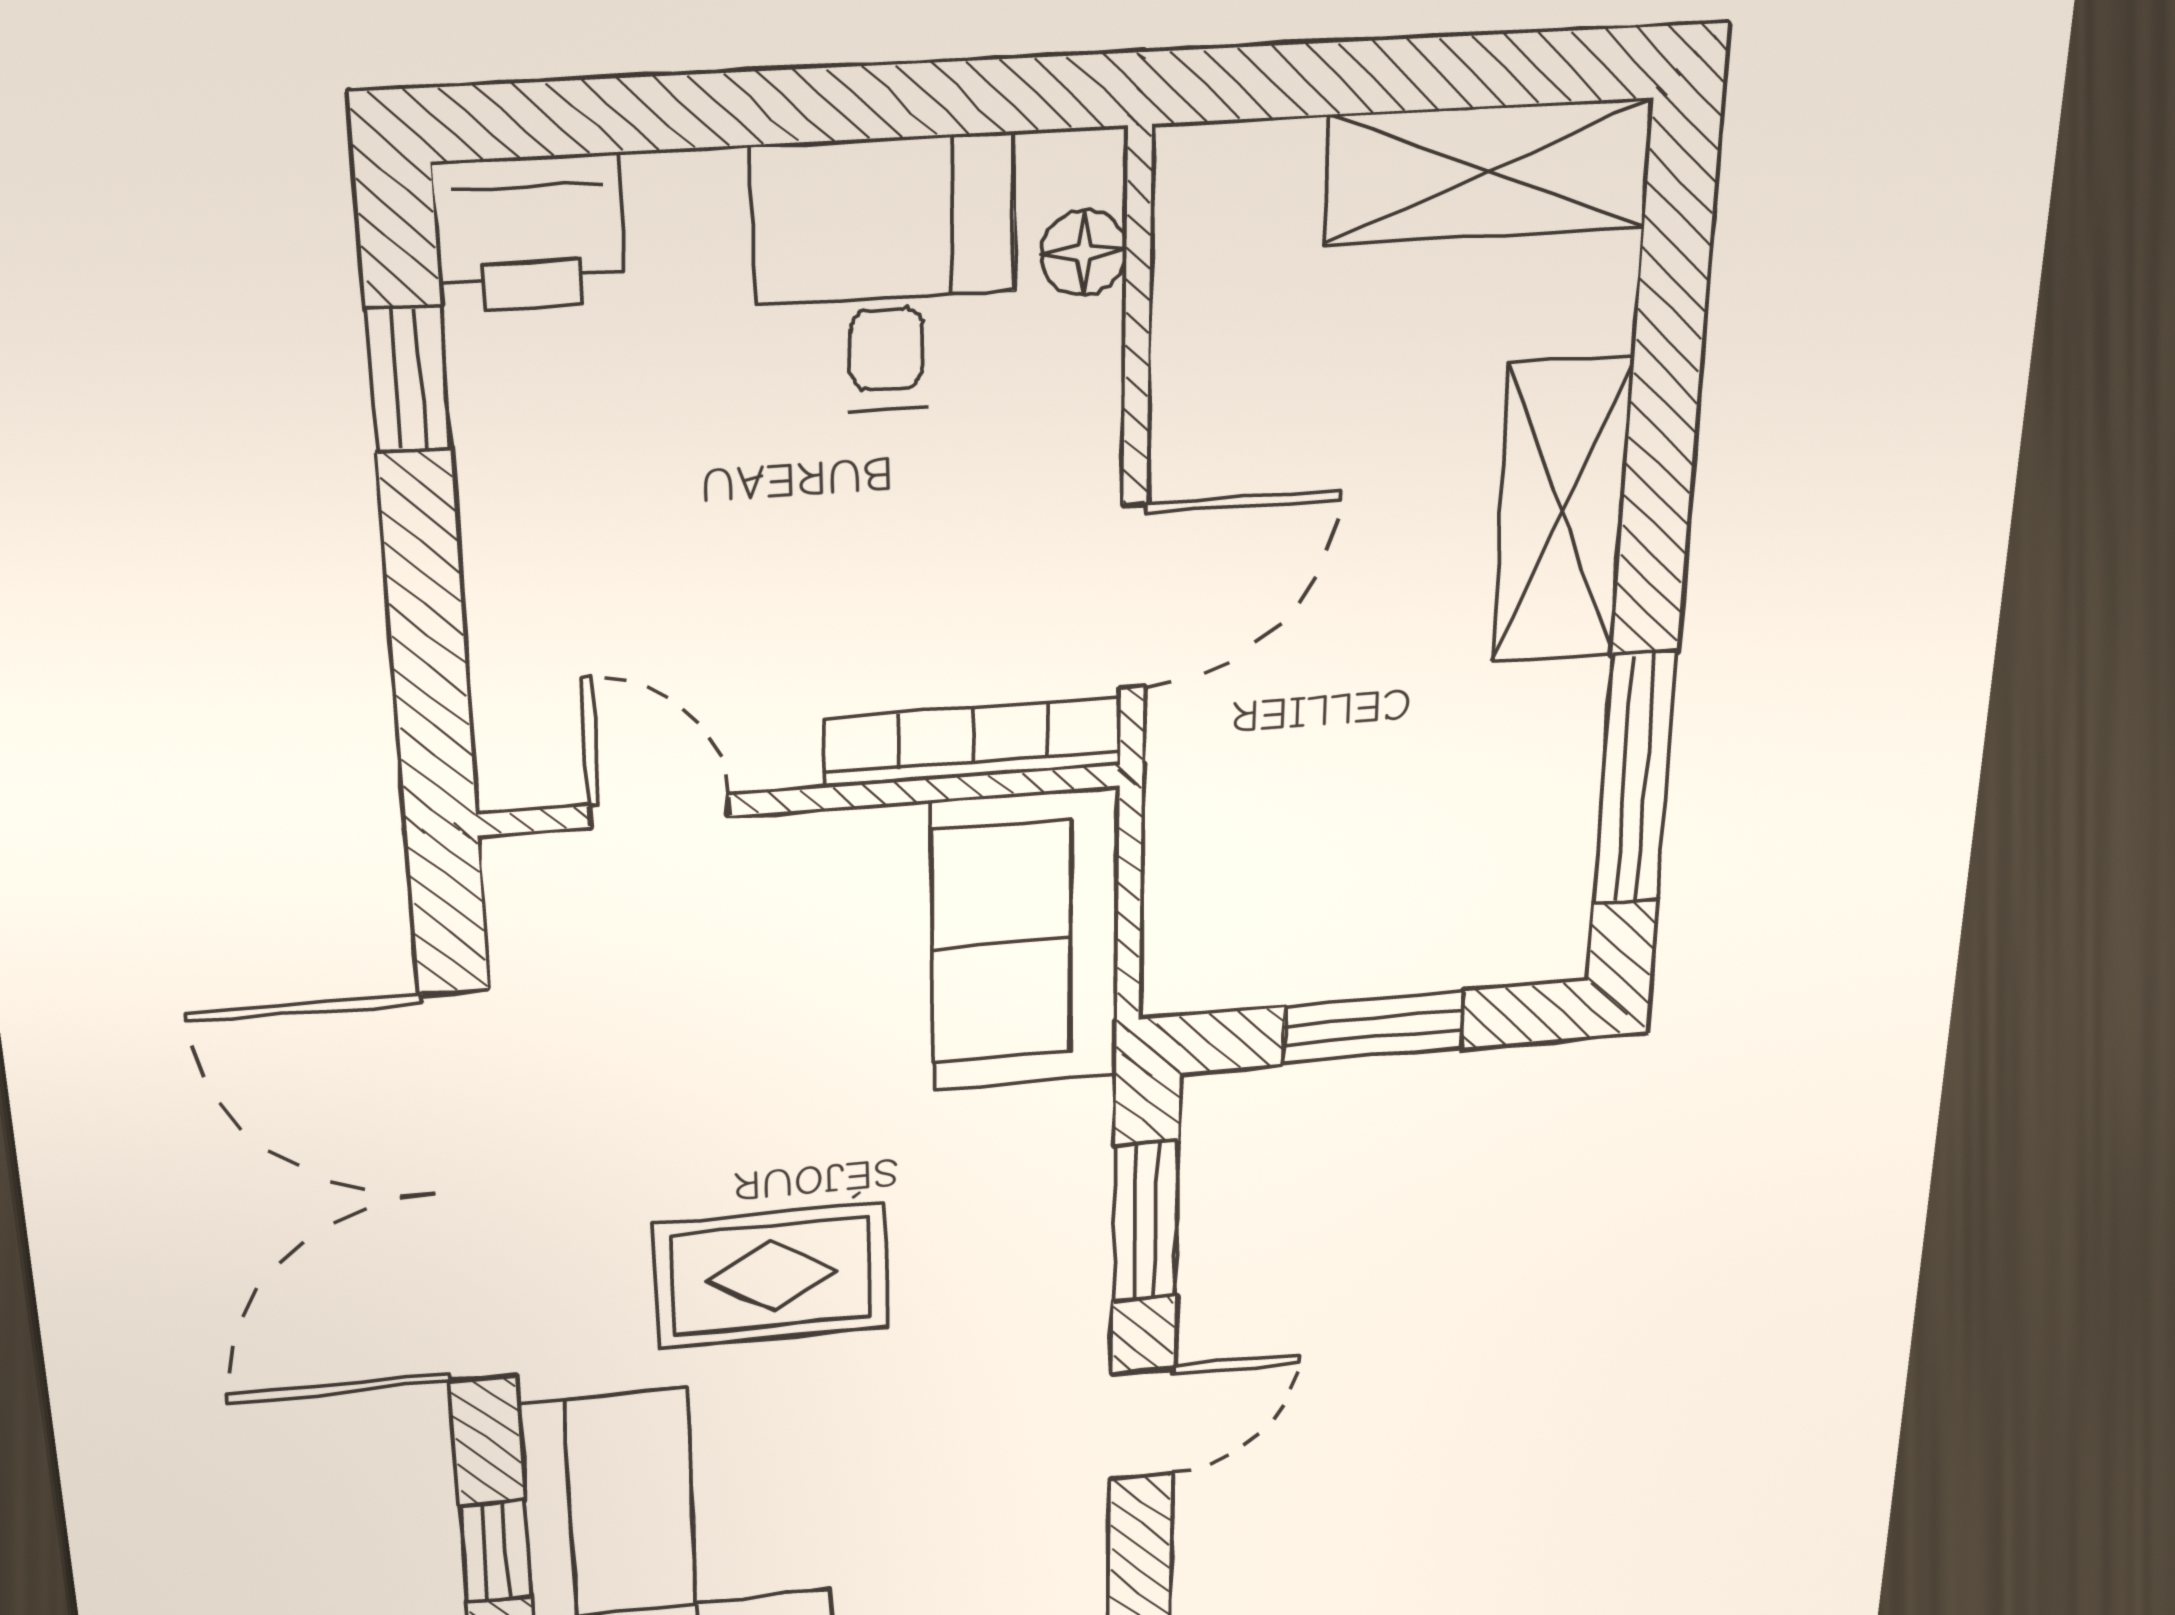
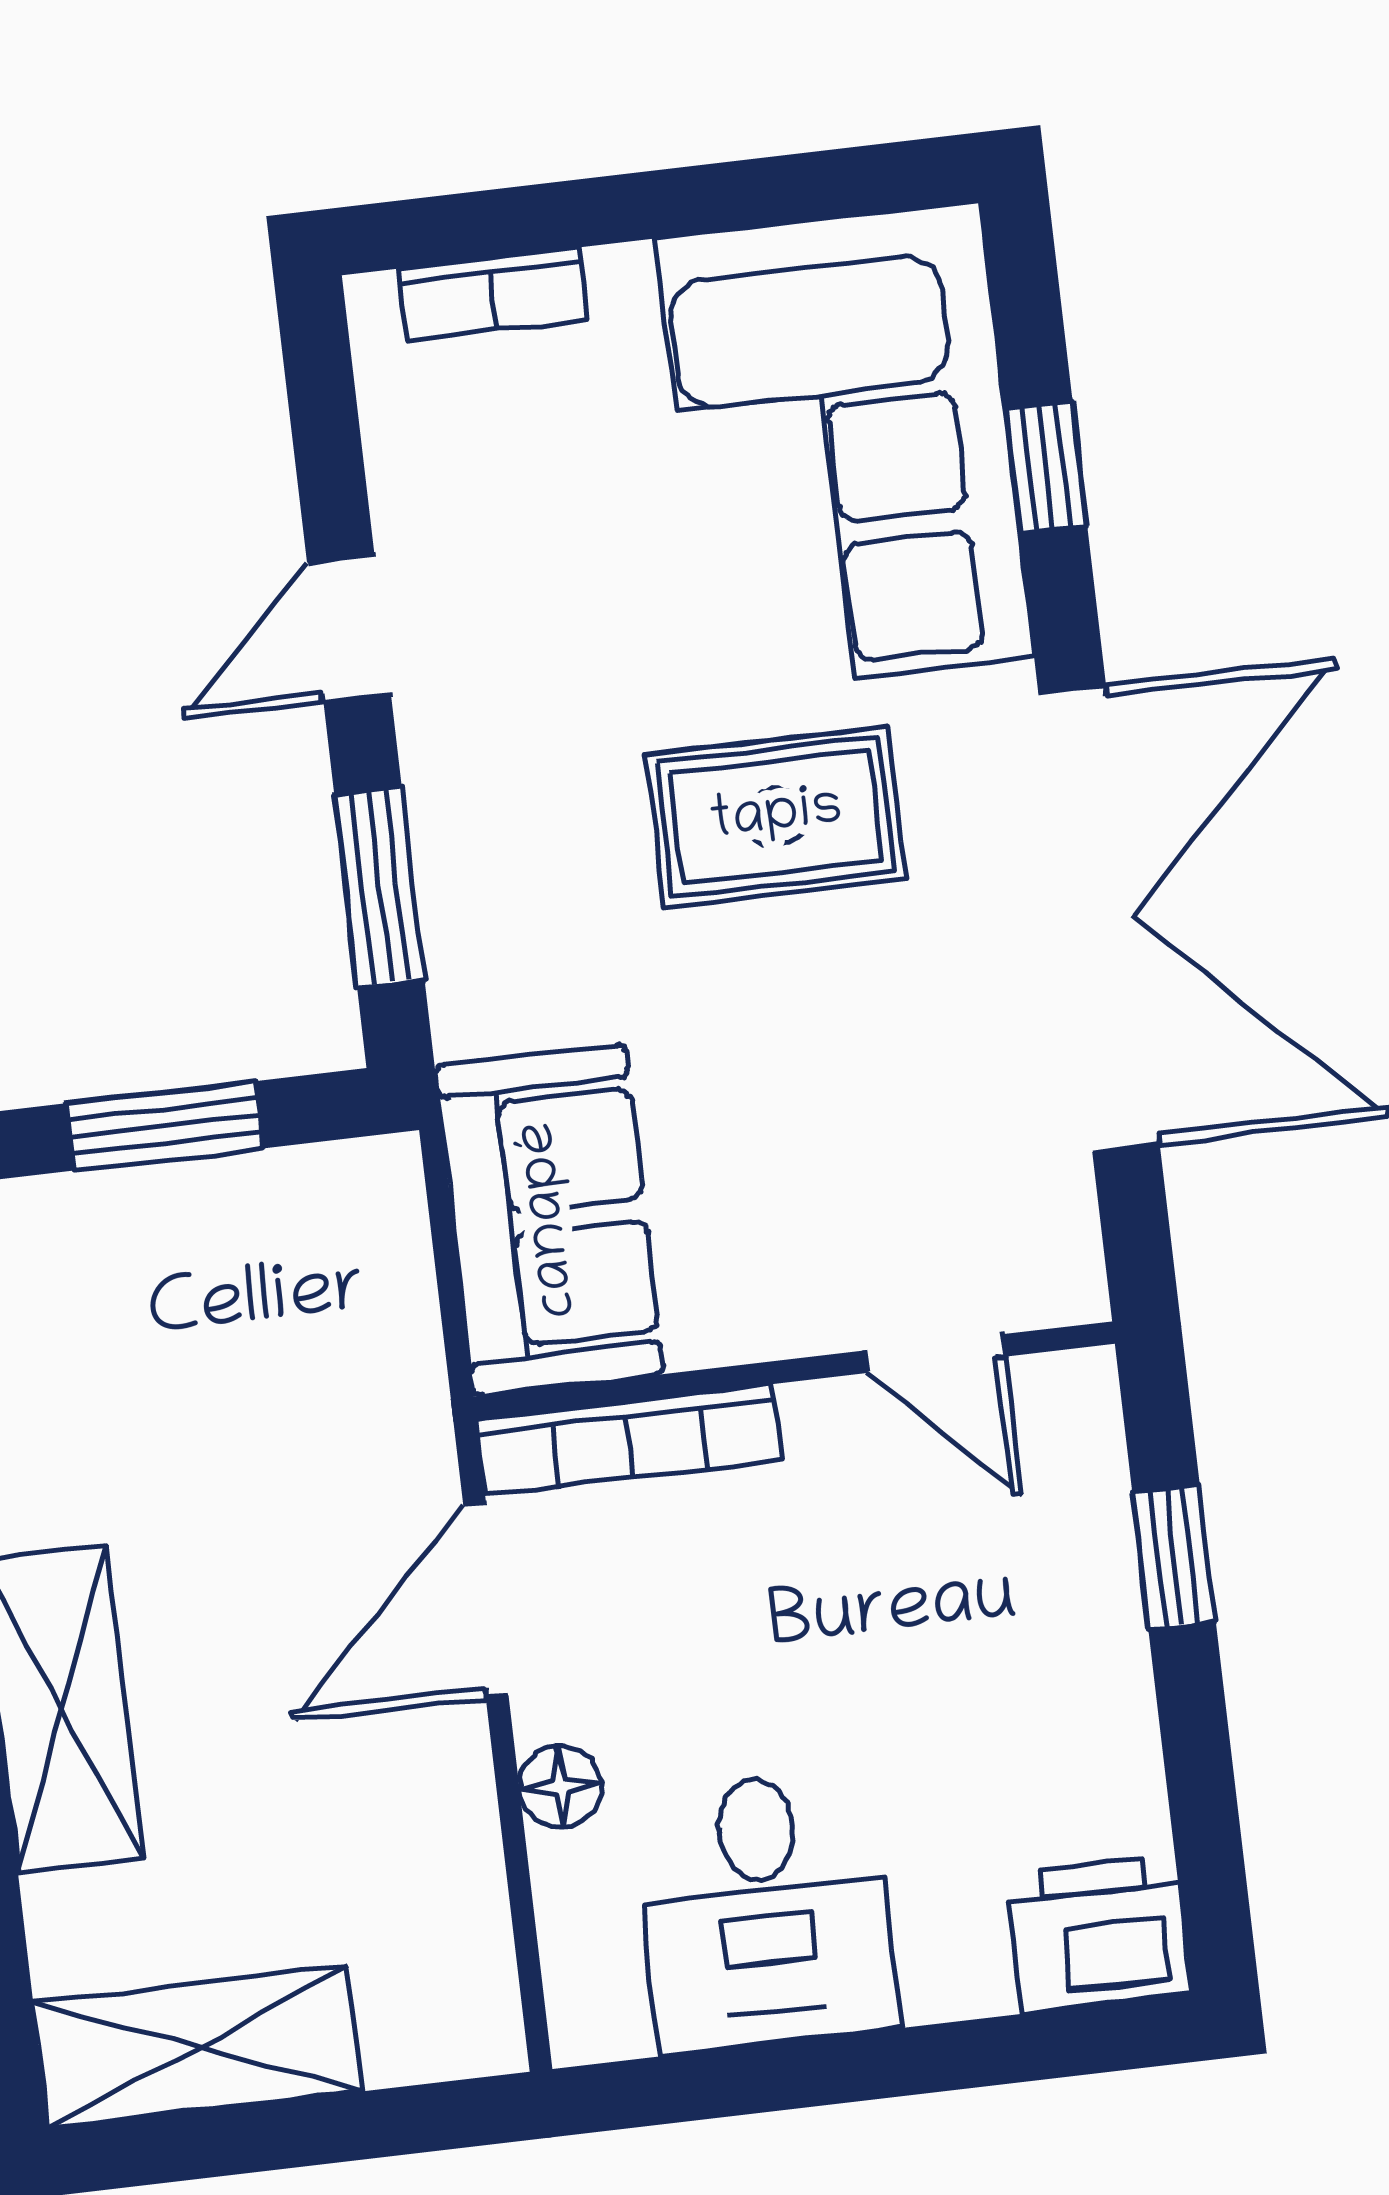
floor lamp: (1084, 253) -> (560, 1786), moved
window: (408, 379) -> (1174, 1557), moved

